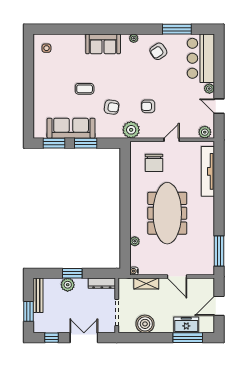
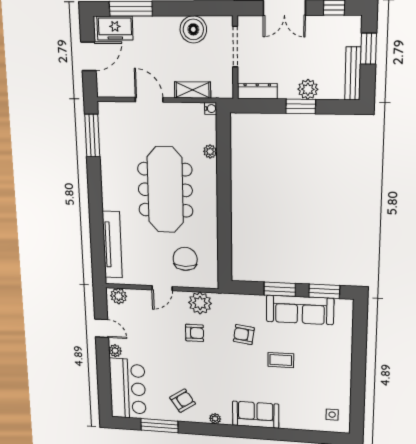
plant: (131, 130) -> (200, 303), moved
freezer: (186, 325) -> (115, 28), moved

